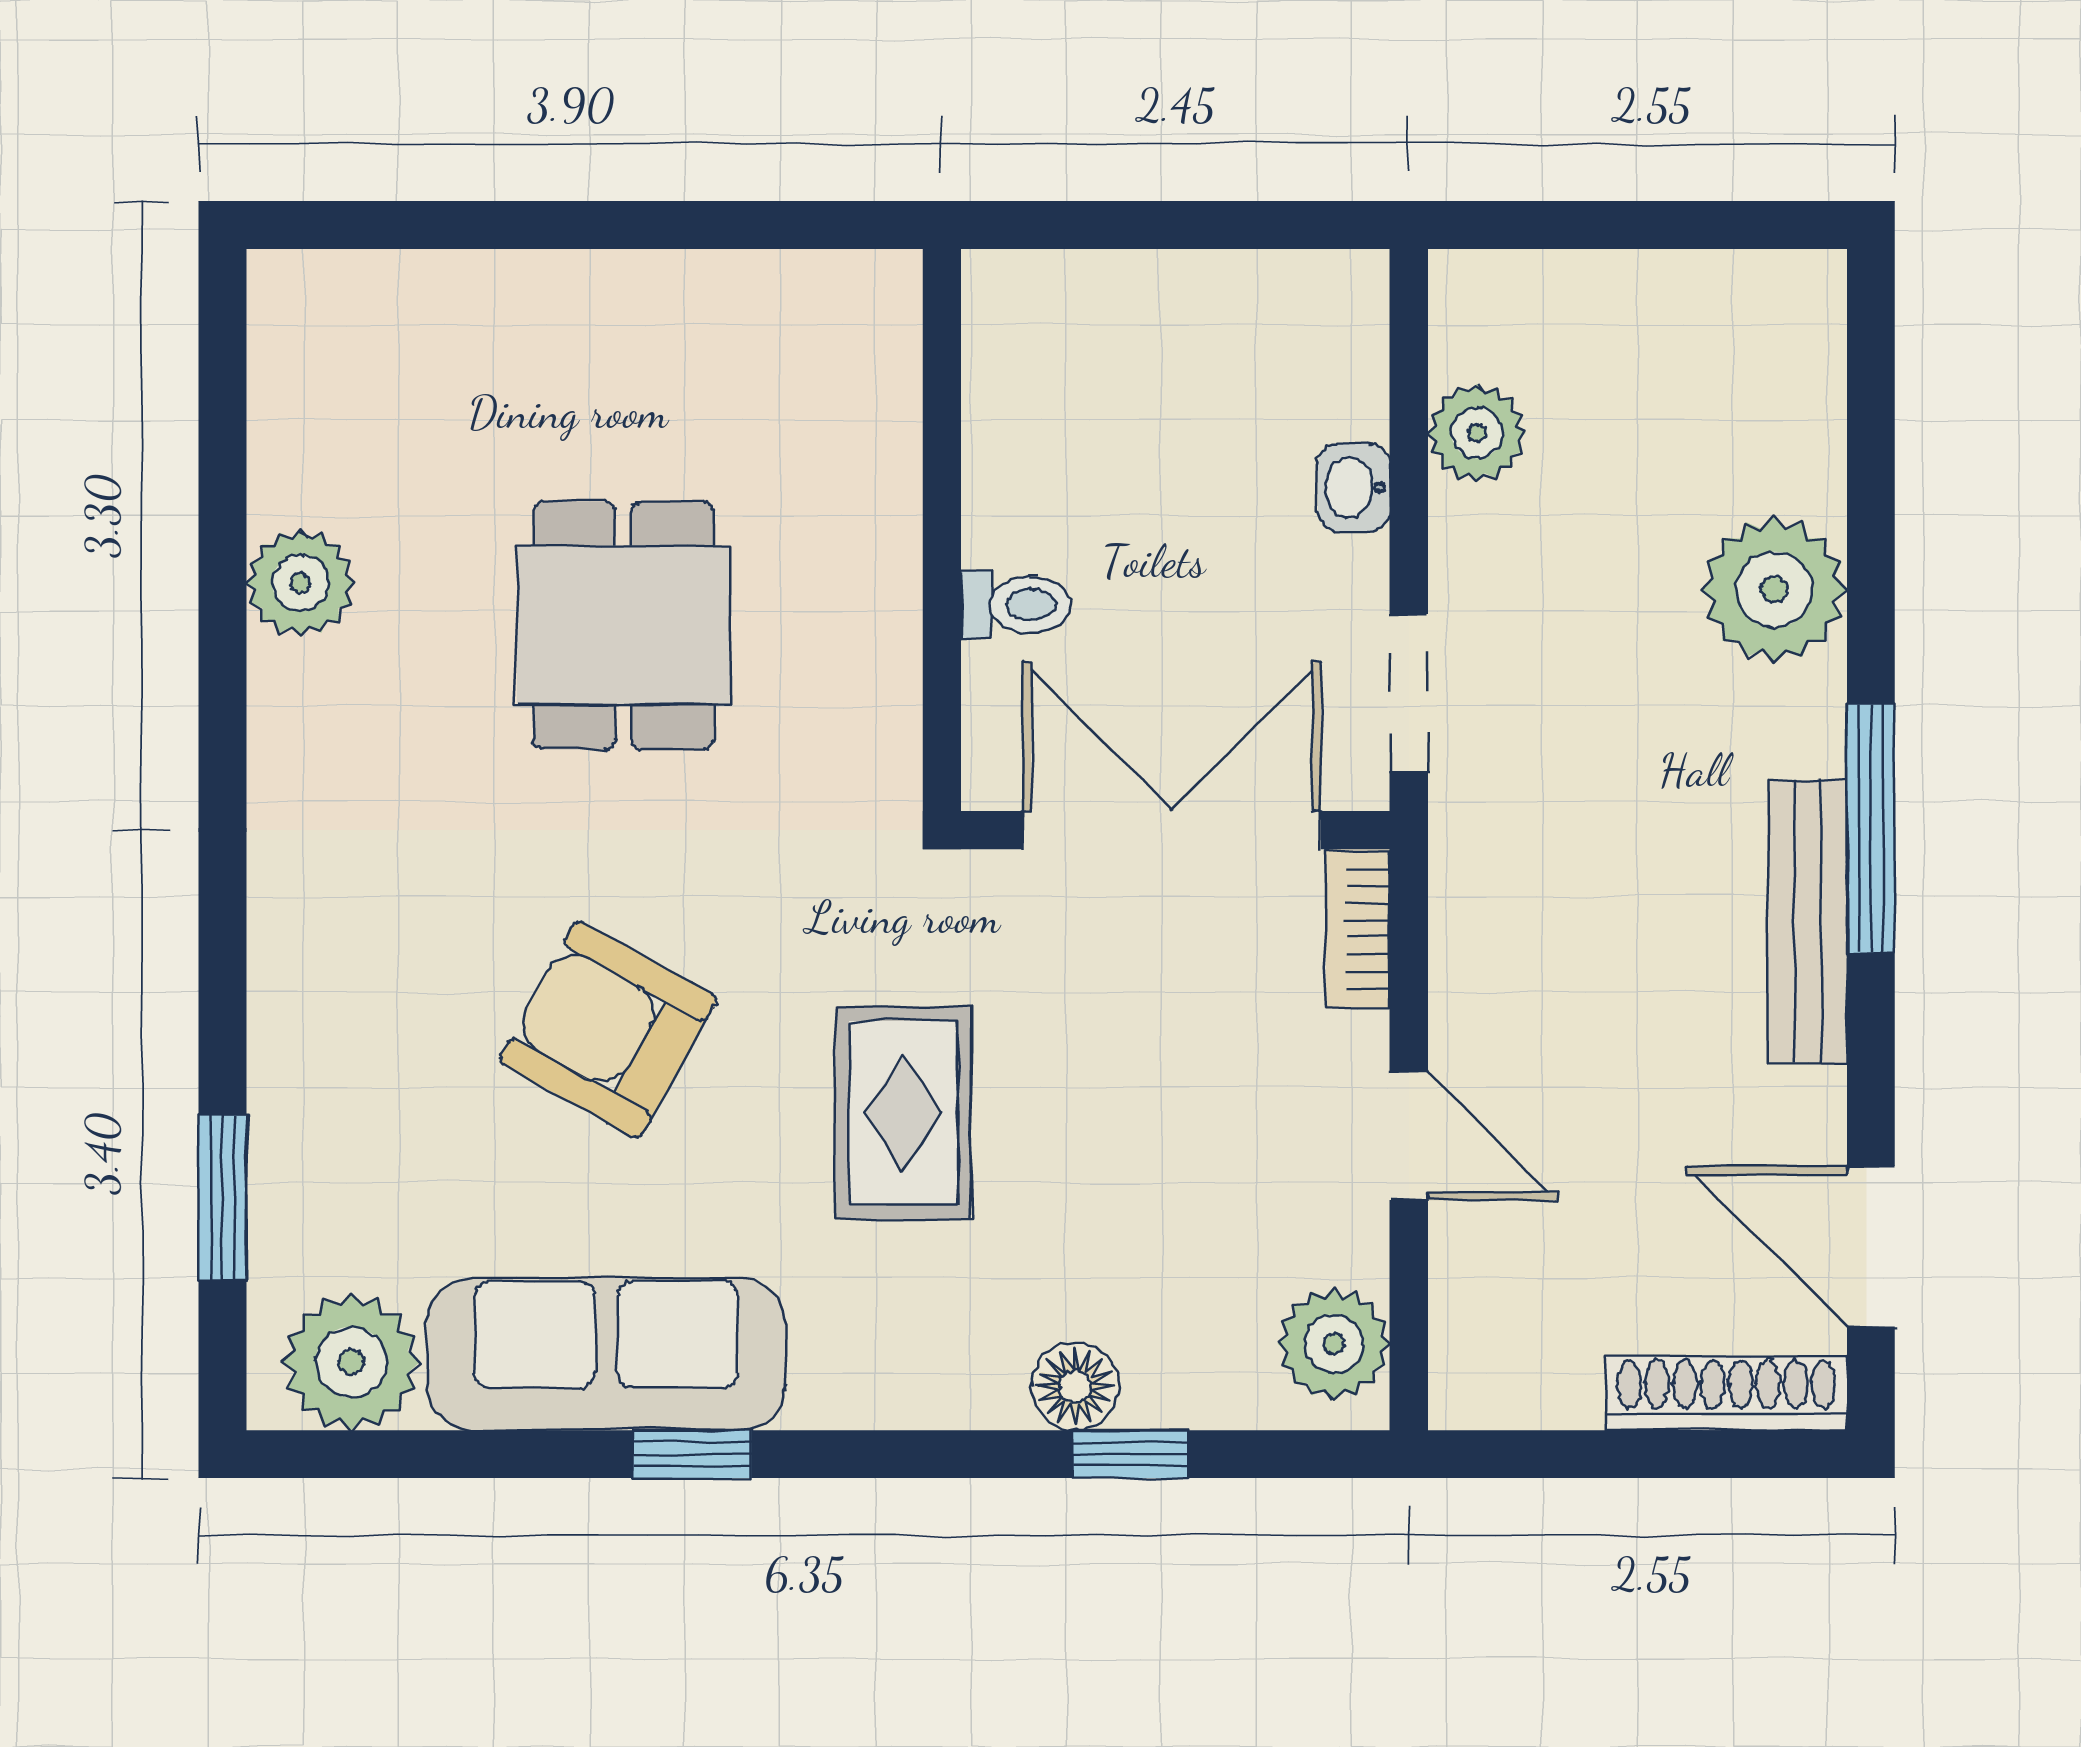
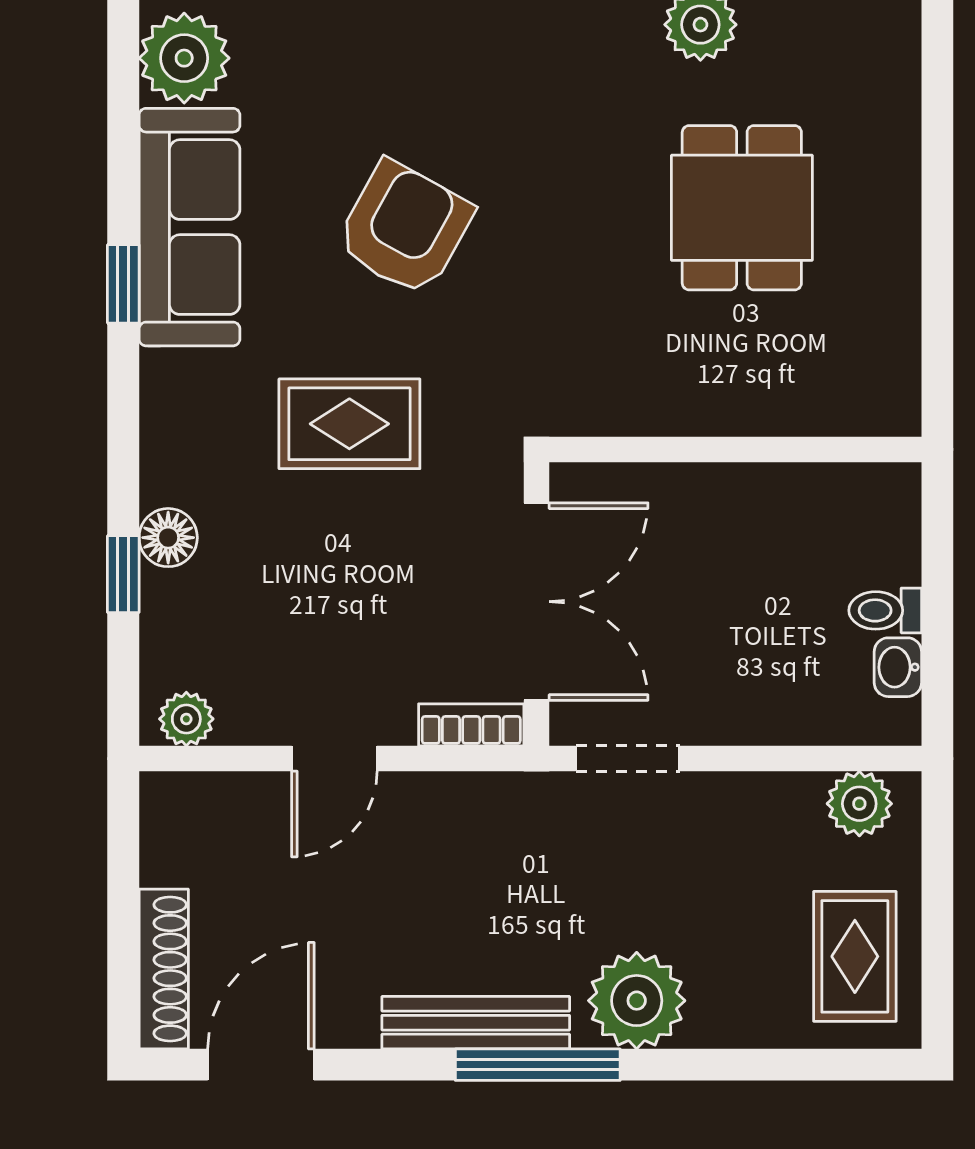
rug: (1707, 350) -> (855, 956), added
plant: (1477, 433) -> (859, 804), moved
washbasin: (1354, 487) -> (898, 667), moved, turned -90
plant: (1774, 590) -> (637, 1001), moved
toilet: (1016, 605) -> (885, 610), moved, turned 90
dining table: (623, 625) -> (742, 208), moved, turned 90
plant: (1334, 1344) -> (186, 719), width x0.73, depth x0.73

